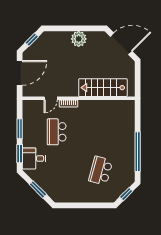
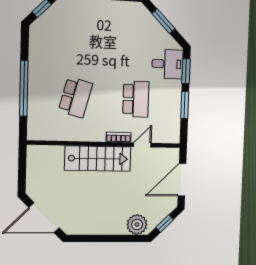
plant: (79, 39) -> (137, 224), moved
stairs: (103, 88) -> (98, 159), moved
window: (138, 152) -> (24, 88), moved
school desk: (101, 171) -> (75, 97), moved

